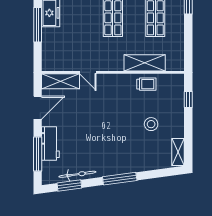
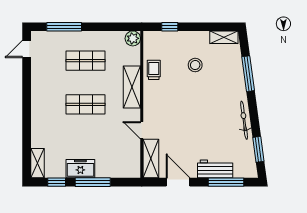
shelving: (145, 63) -> (132, 87), moved
plant: (177, 64) -> (133, 38), added
door: (88, 72) -> (142, 130), swing flipped
bicycle: (77, 174) -> (244, 120), moved
window: (120, 179) -> (248, 74), moved

